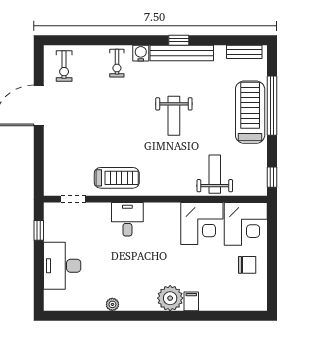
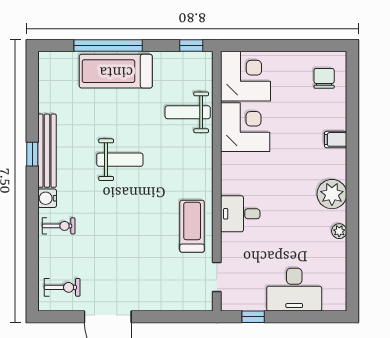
bench: (244, 52) -> (46, 78), removed
chair: (247, 265) -> (324, 78), moved
plant: (170, 298) -> (332, 194), moved

